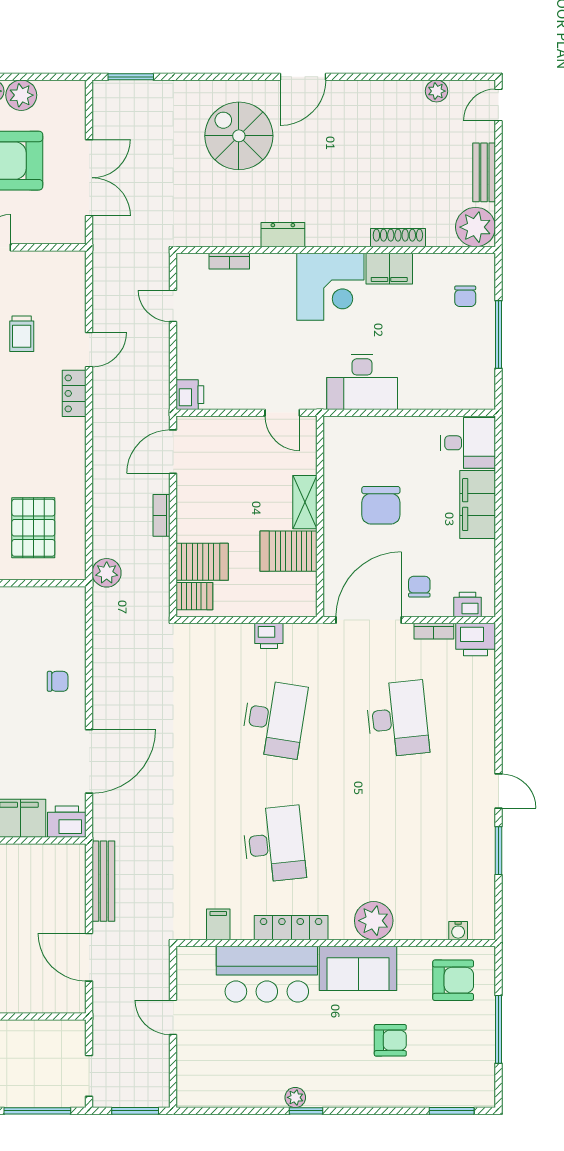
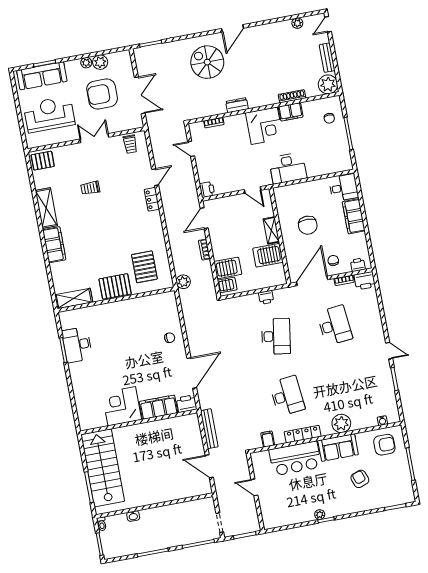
trolley: (22, 334) -> (130, 144), moved
armchair: (390, 1040) -> (360, 479), turned -110

